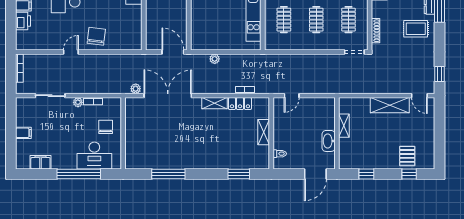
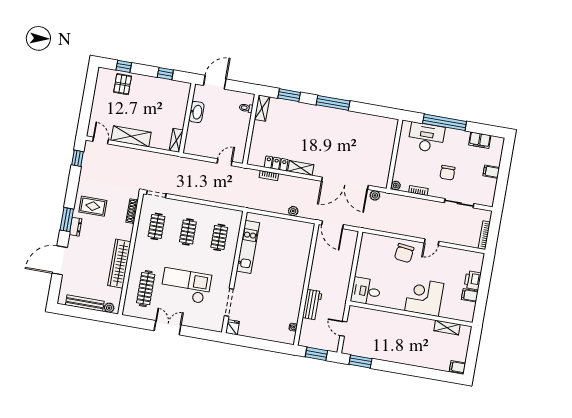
plant: (78, 102) -> (396, 186), moved
shelving: (344, 126) -> (176, 140), moved
chair: (106, 127) -> (447, 173), moved
shelving: (264, 132) -> (262, 108), moved
window: (168, 174) -> (333, 103), moved

